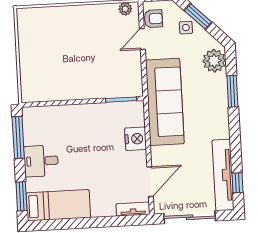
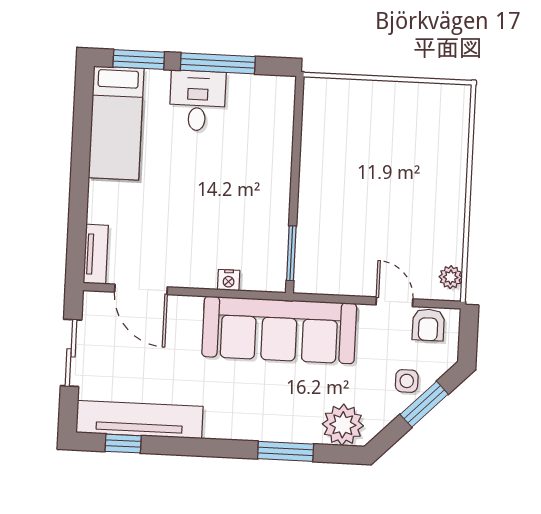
window: (18, 138) -> (218, 63), moved
nightstand: (136, 139) -> (229, 280), width x0.53, depth x0.56
sliding door: (190, 217) -> (71, 353), width x0.73

